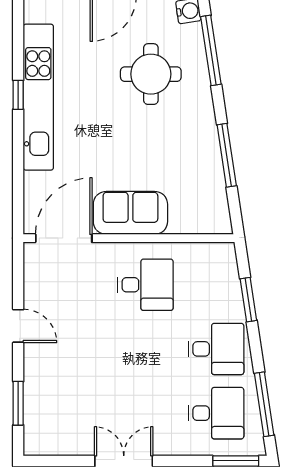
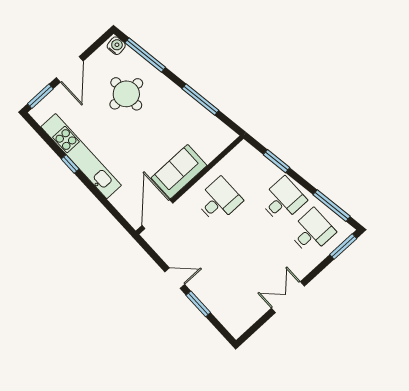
window: (18, 403) -> (198, 304), moved

